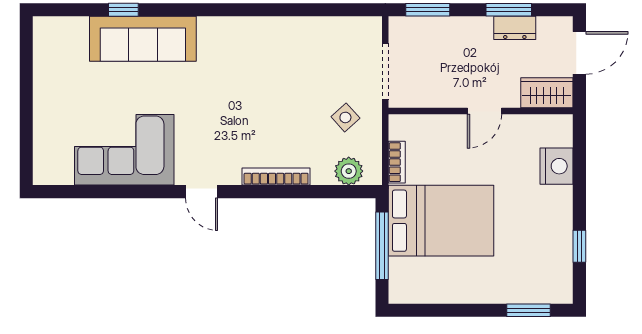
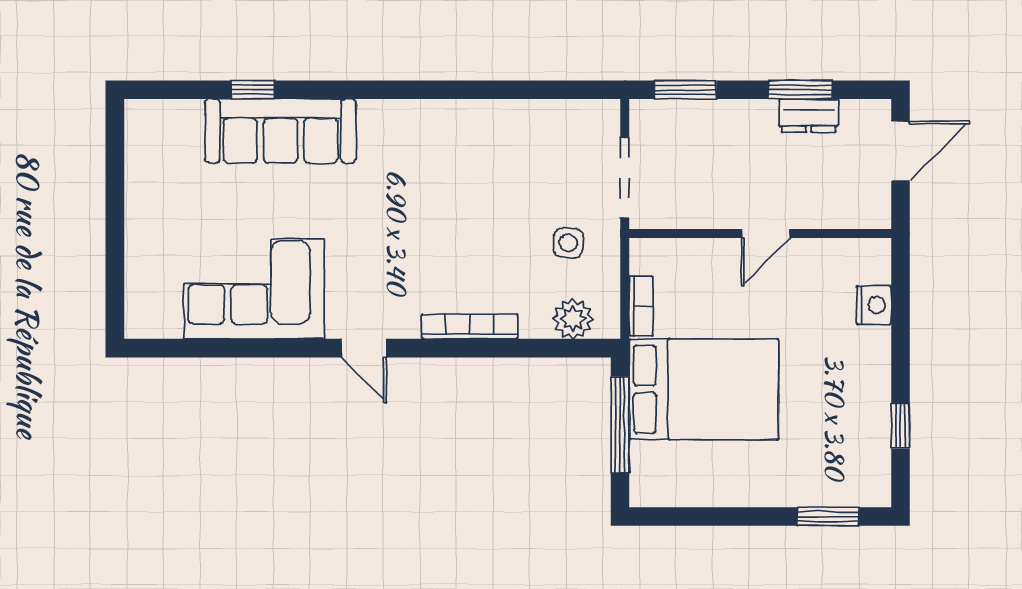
wardrobe: (547, 93) -> (854, 208), removed
side table: (345, 117) -> (568, 243), turned 45
nightstand: (557, 166) -> (874, 305), width x0.74, depth x0.75

